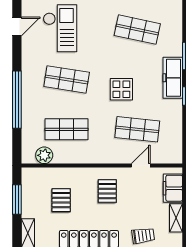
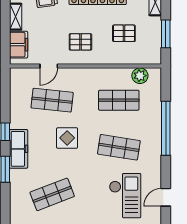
checkout: (60, 28) -> (125, 196), turned 180
shop shelf: (137, 30) -> (52, 194), turned -33
pallet: (107, 191) -> (80, 42), turned 90
pallet: (61, 200) -> (124, 33), turned 90

